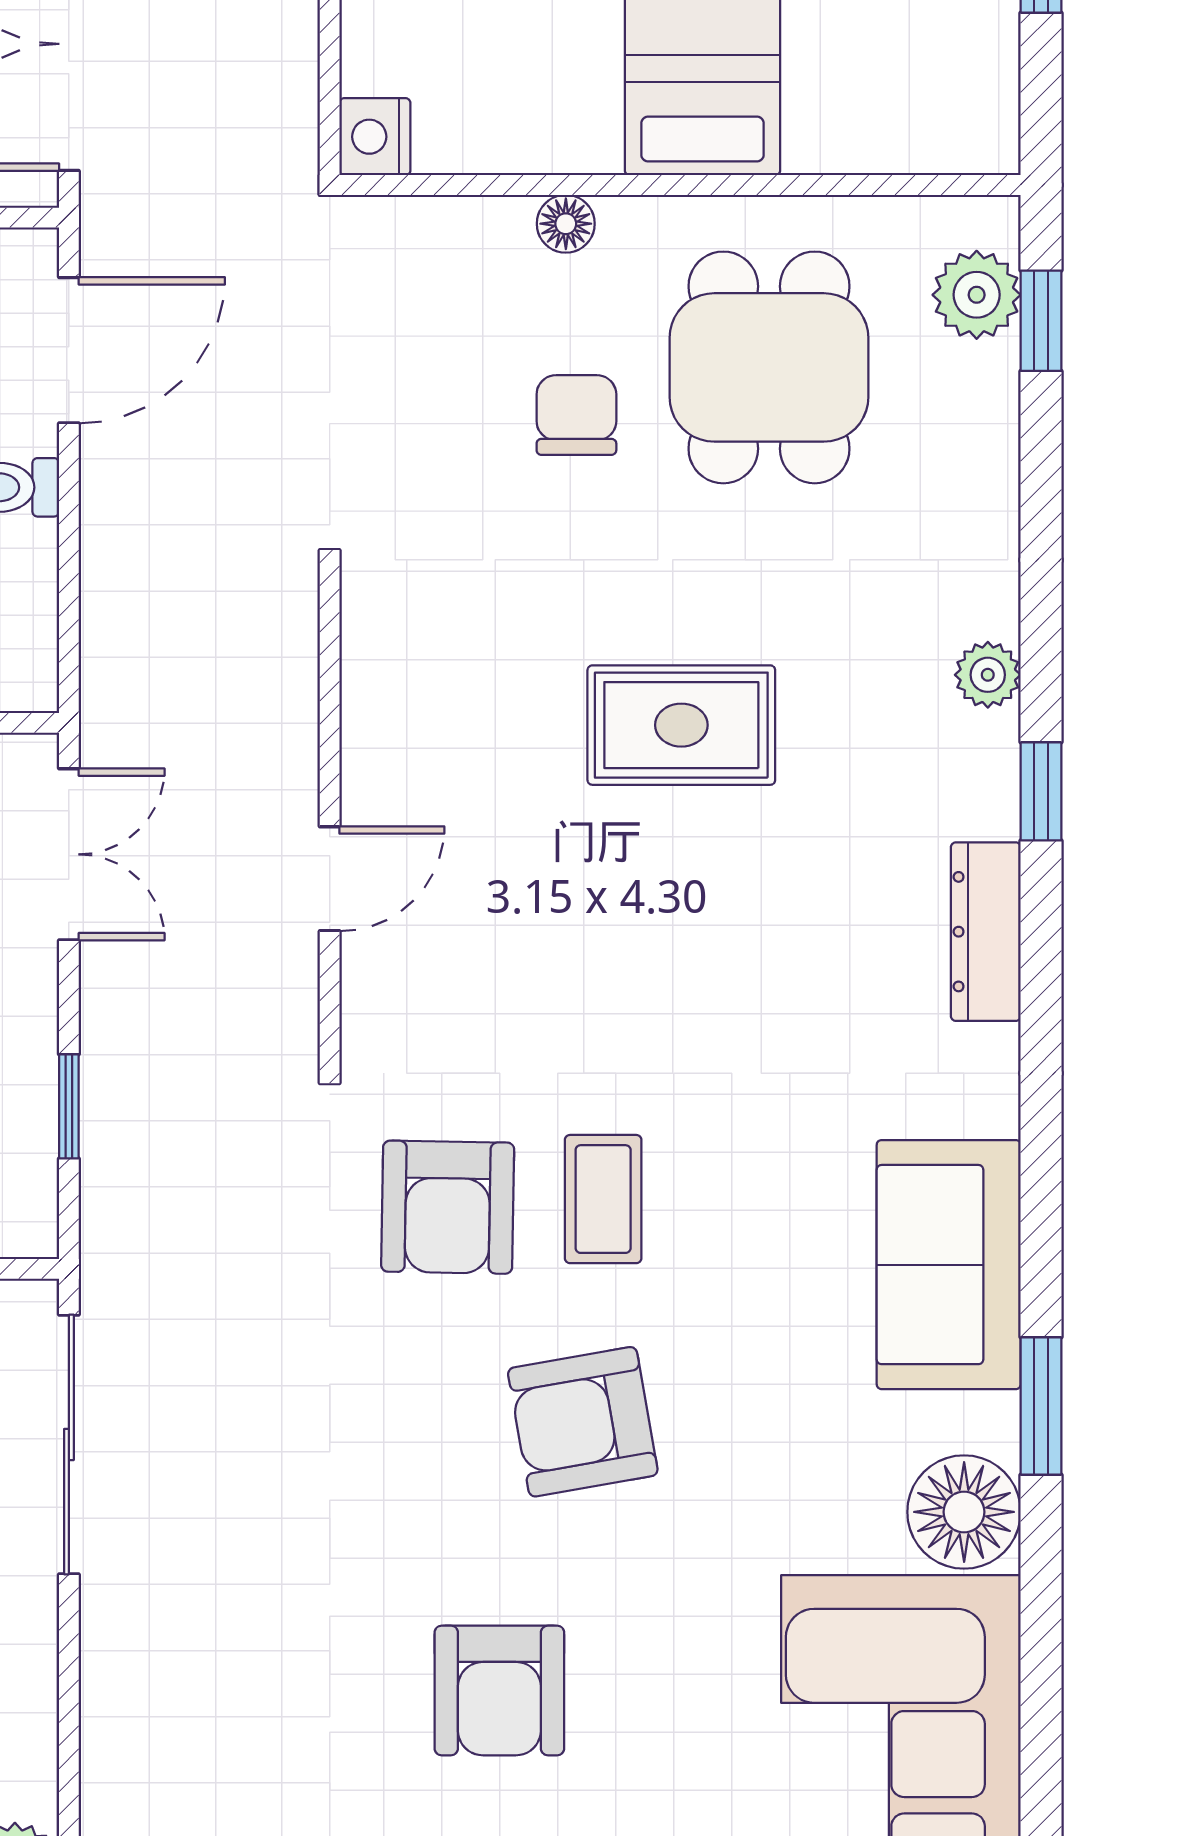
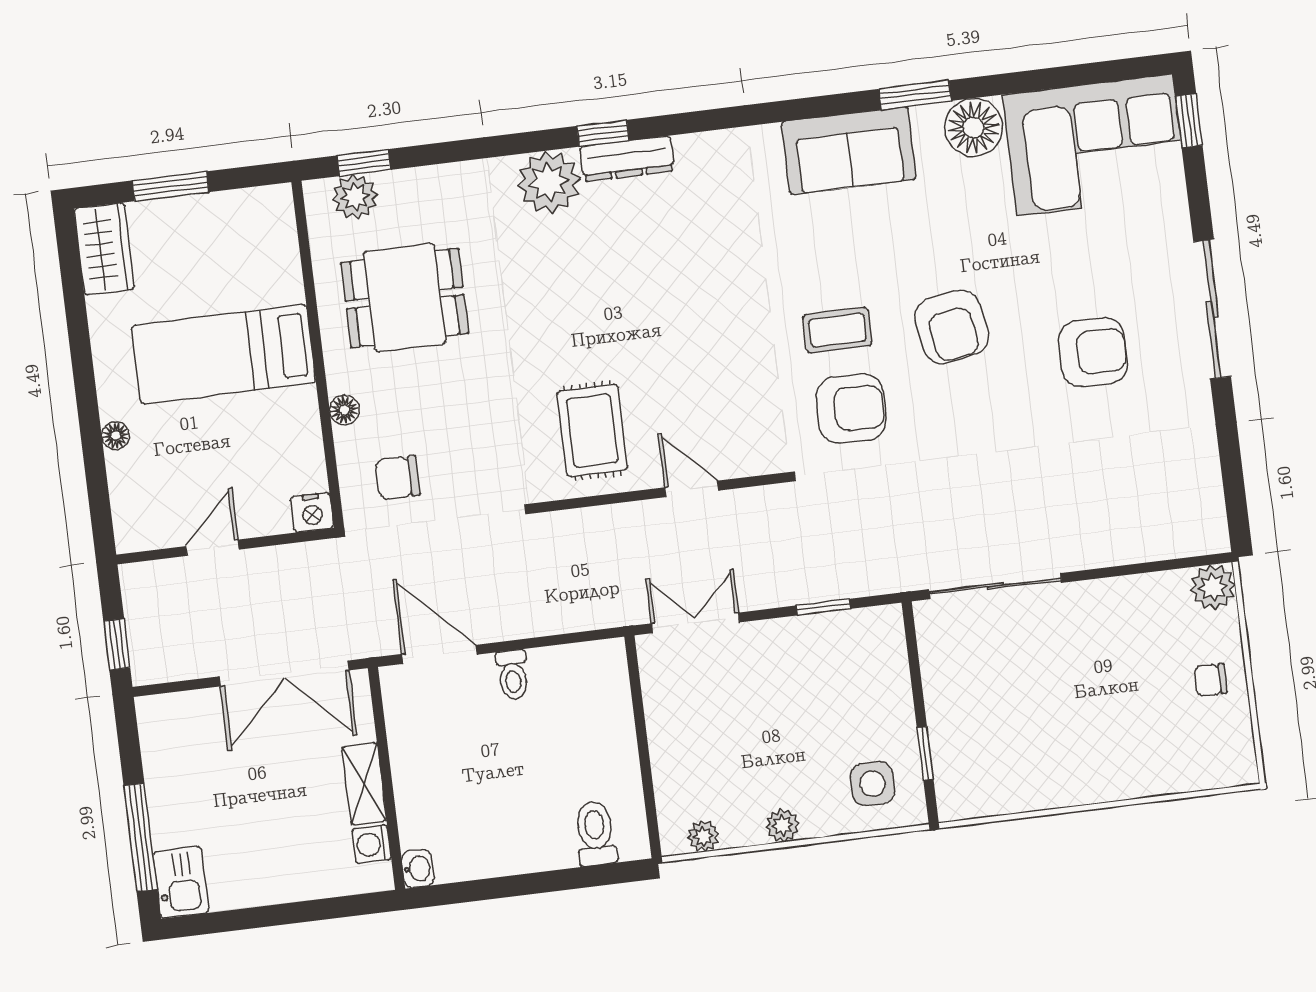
chair: (576, 415) -> (398, 478), moved
plant: (988, 675) -> (549, 182), width x1.88, depth x1.88
rug: (681, 725) -> (592, 431), moved
dresser: (986, 932) -> (627, 159), moved

